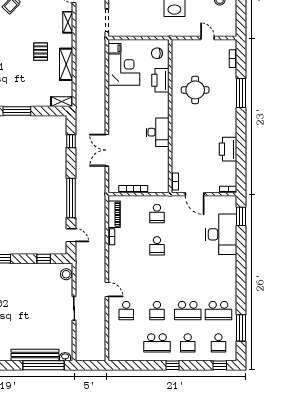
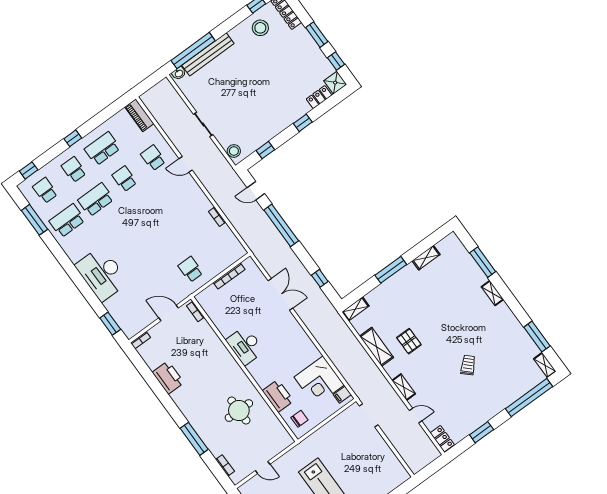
piano: (114, 214) -> (139, 115), moved
desk: (221, 234) -> (102, 274), moved
school desk: (157, 246) -> (168, 239), removed

